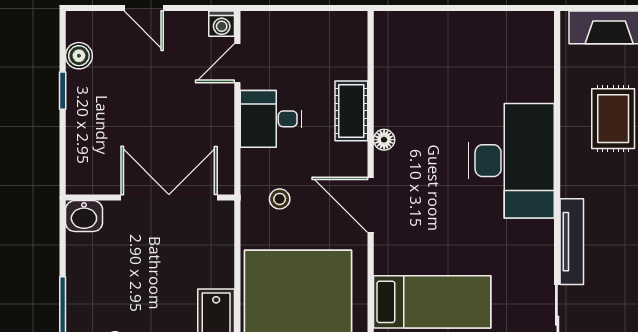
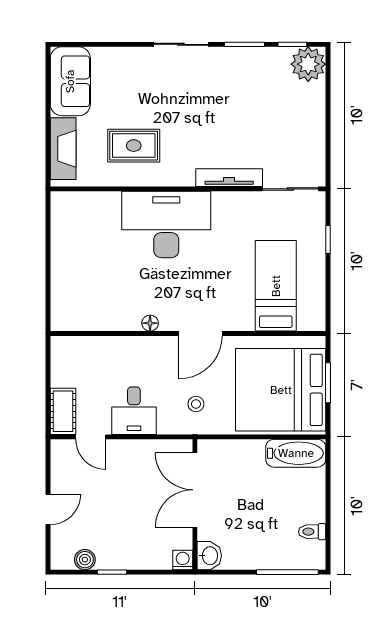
washing machine: (222, 24) -> (183, 560), moved, turned -90
cot: (351, 111) -> (63, 411), moved, turned 90

